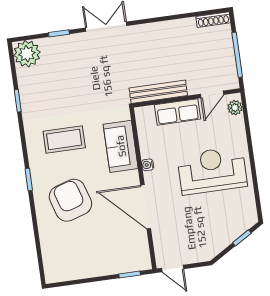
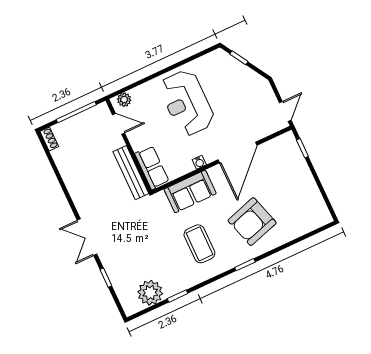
shoe rack: (213, 20) -> (49, 139), width x0.70
plant: (27, 54) -> (150, 293), moved
row of seats: (177, 112) -> (152, 168), moved

